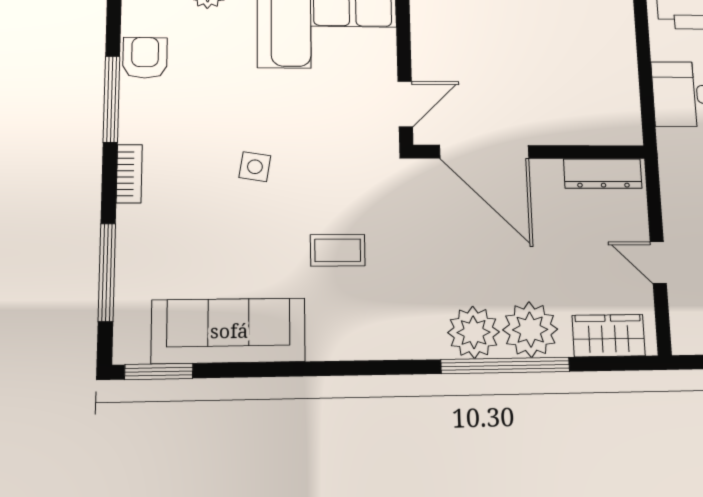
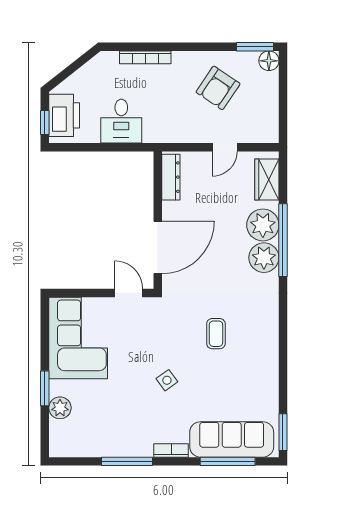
armchair: (145, 58) -> (102, 443), removed
side table: (255, 167) -> (167, 380), turned 45
sofa: (229, 331) -> (232, 439), moved, turned 90

